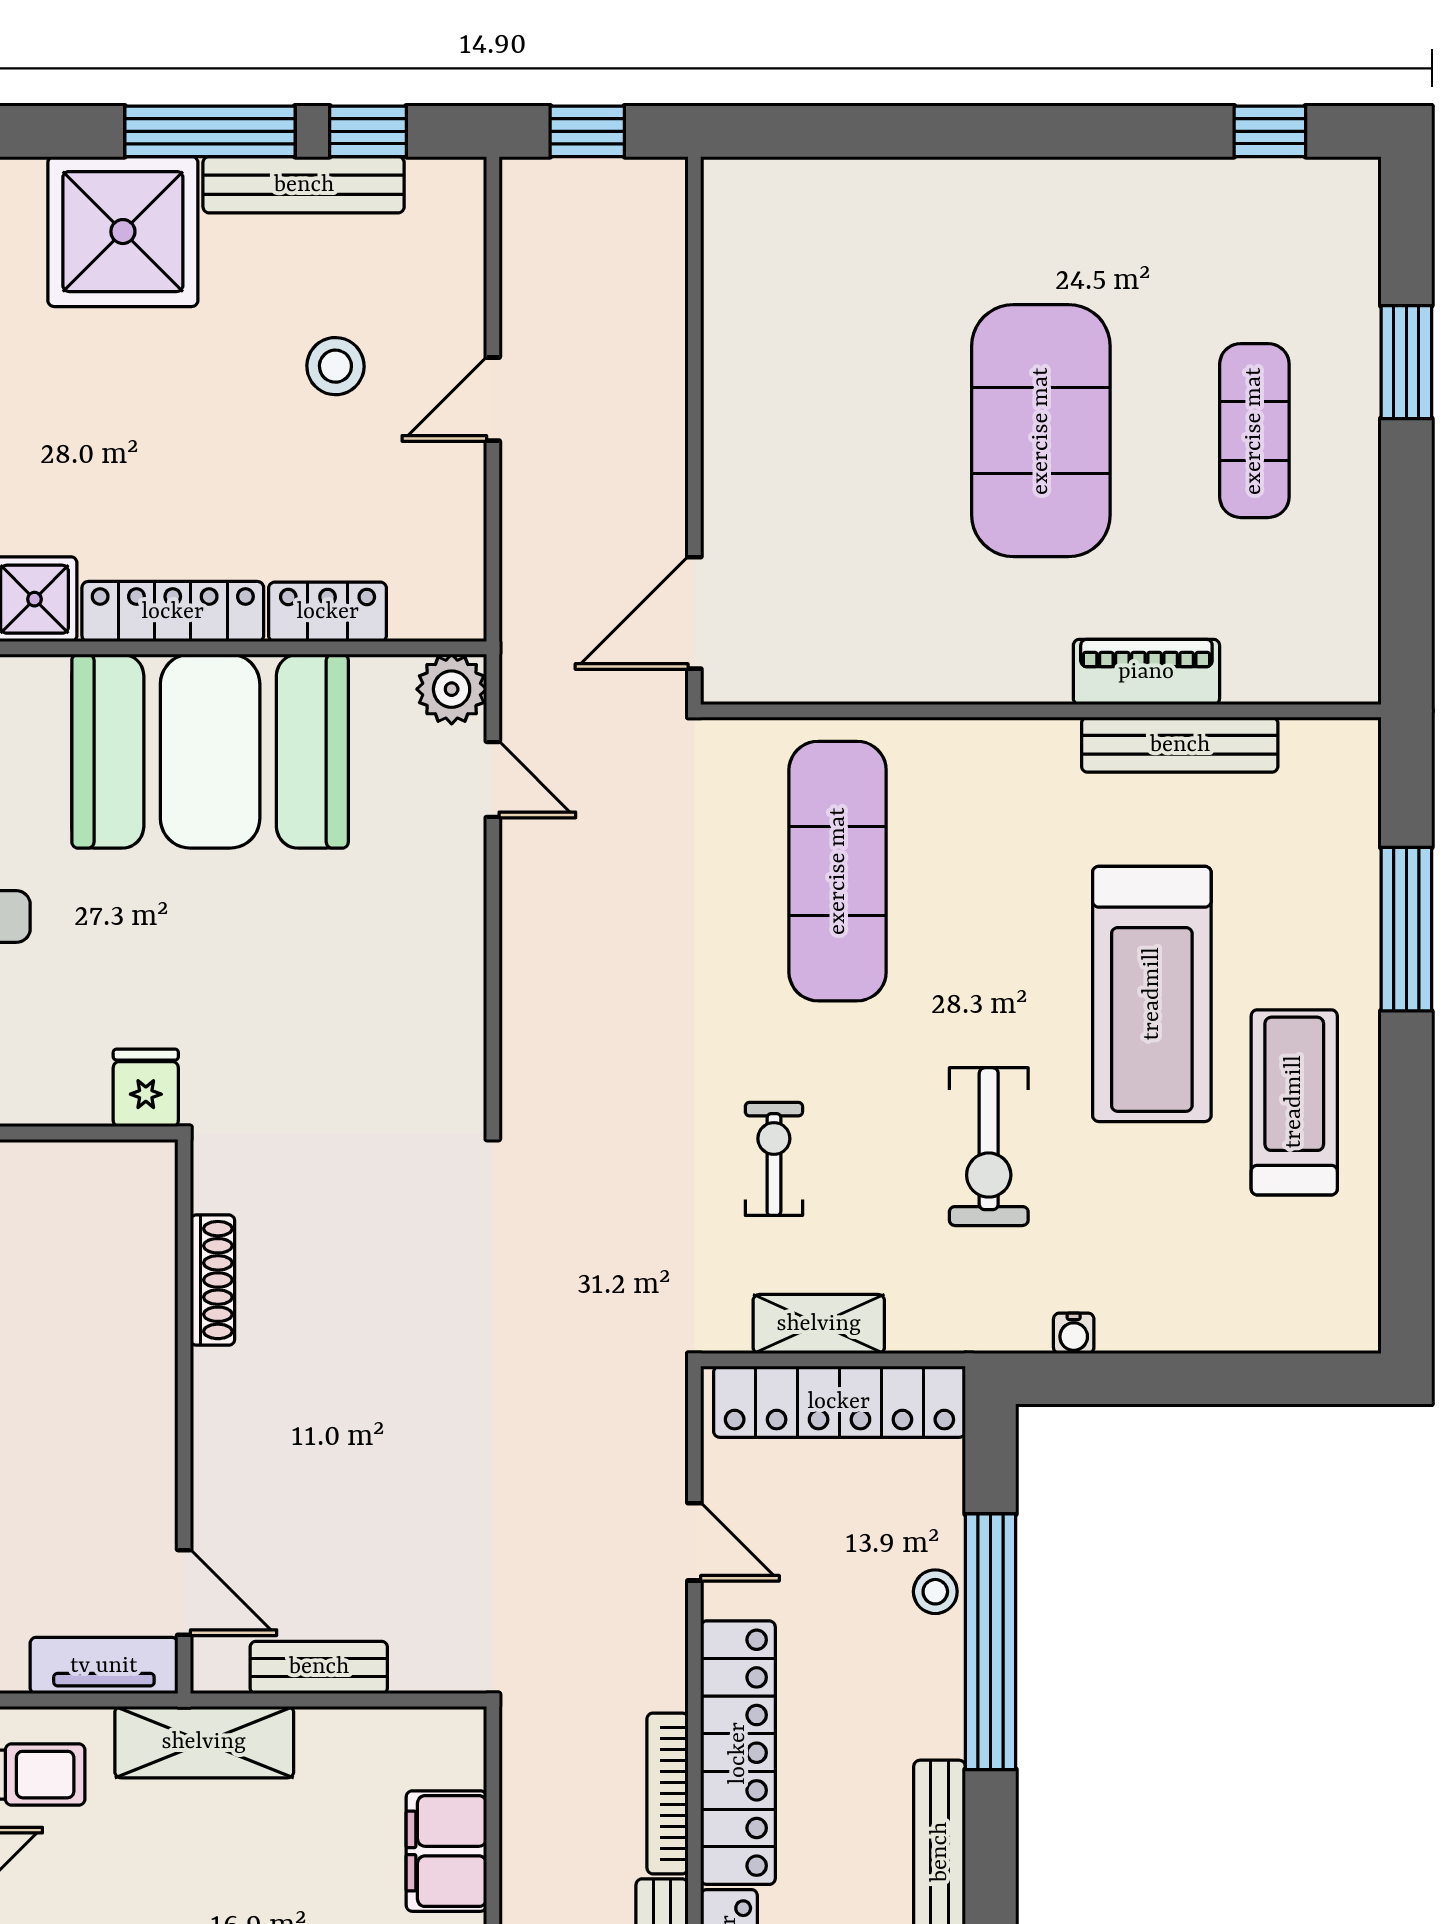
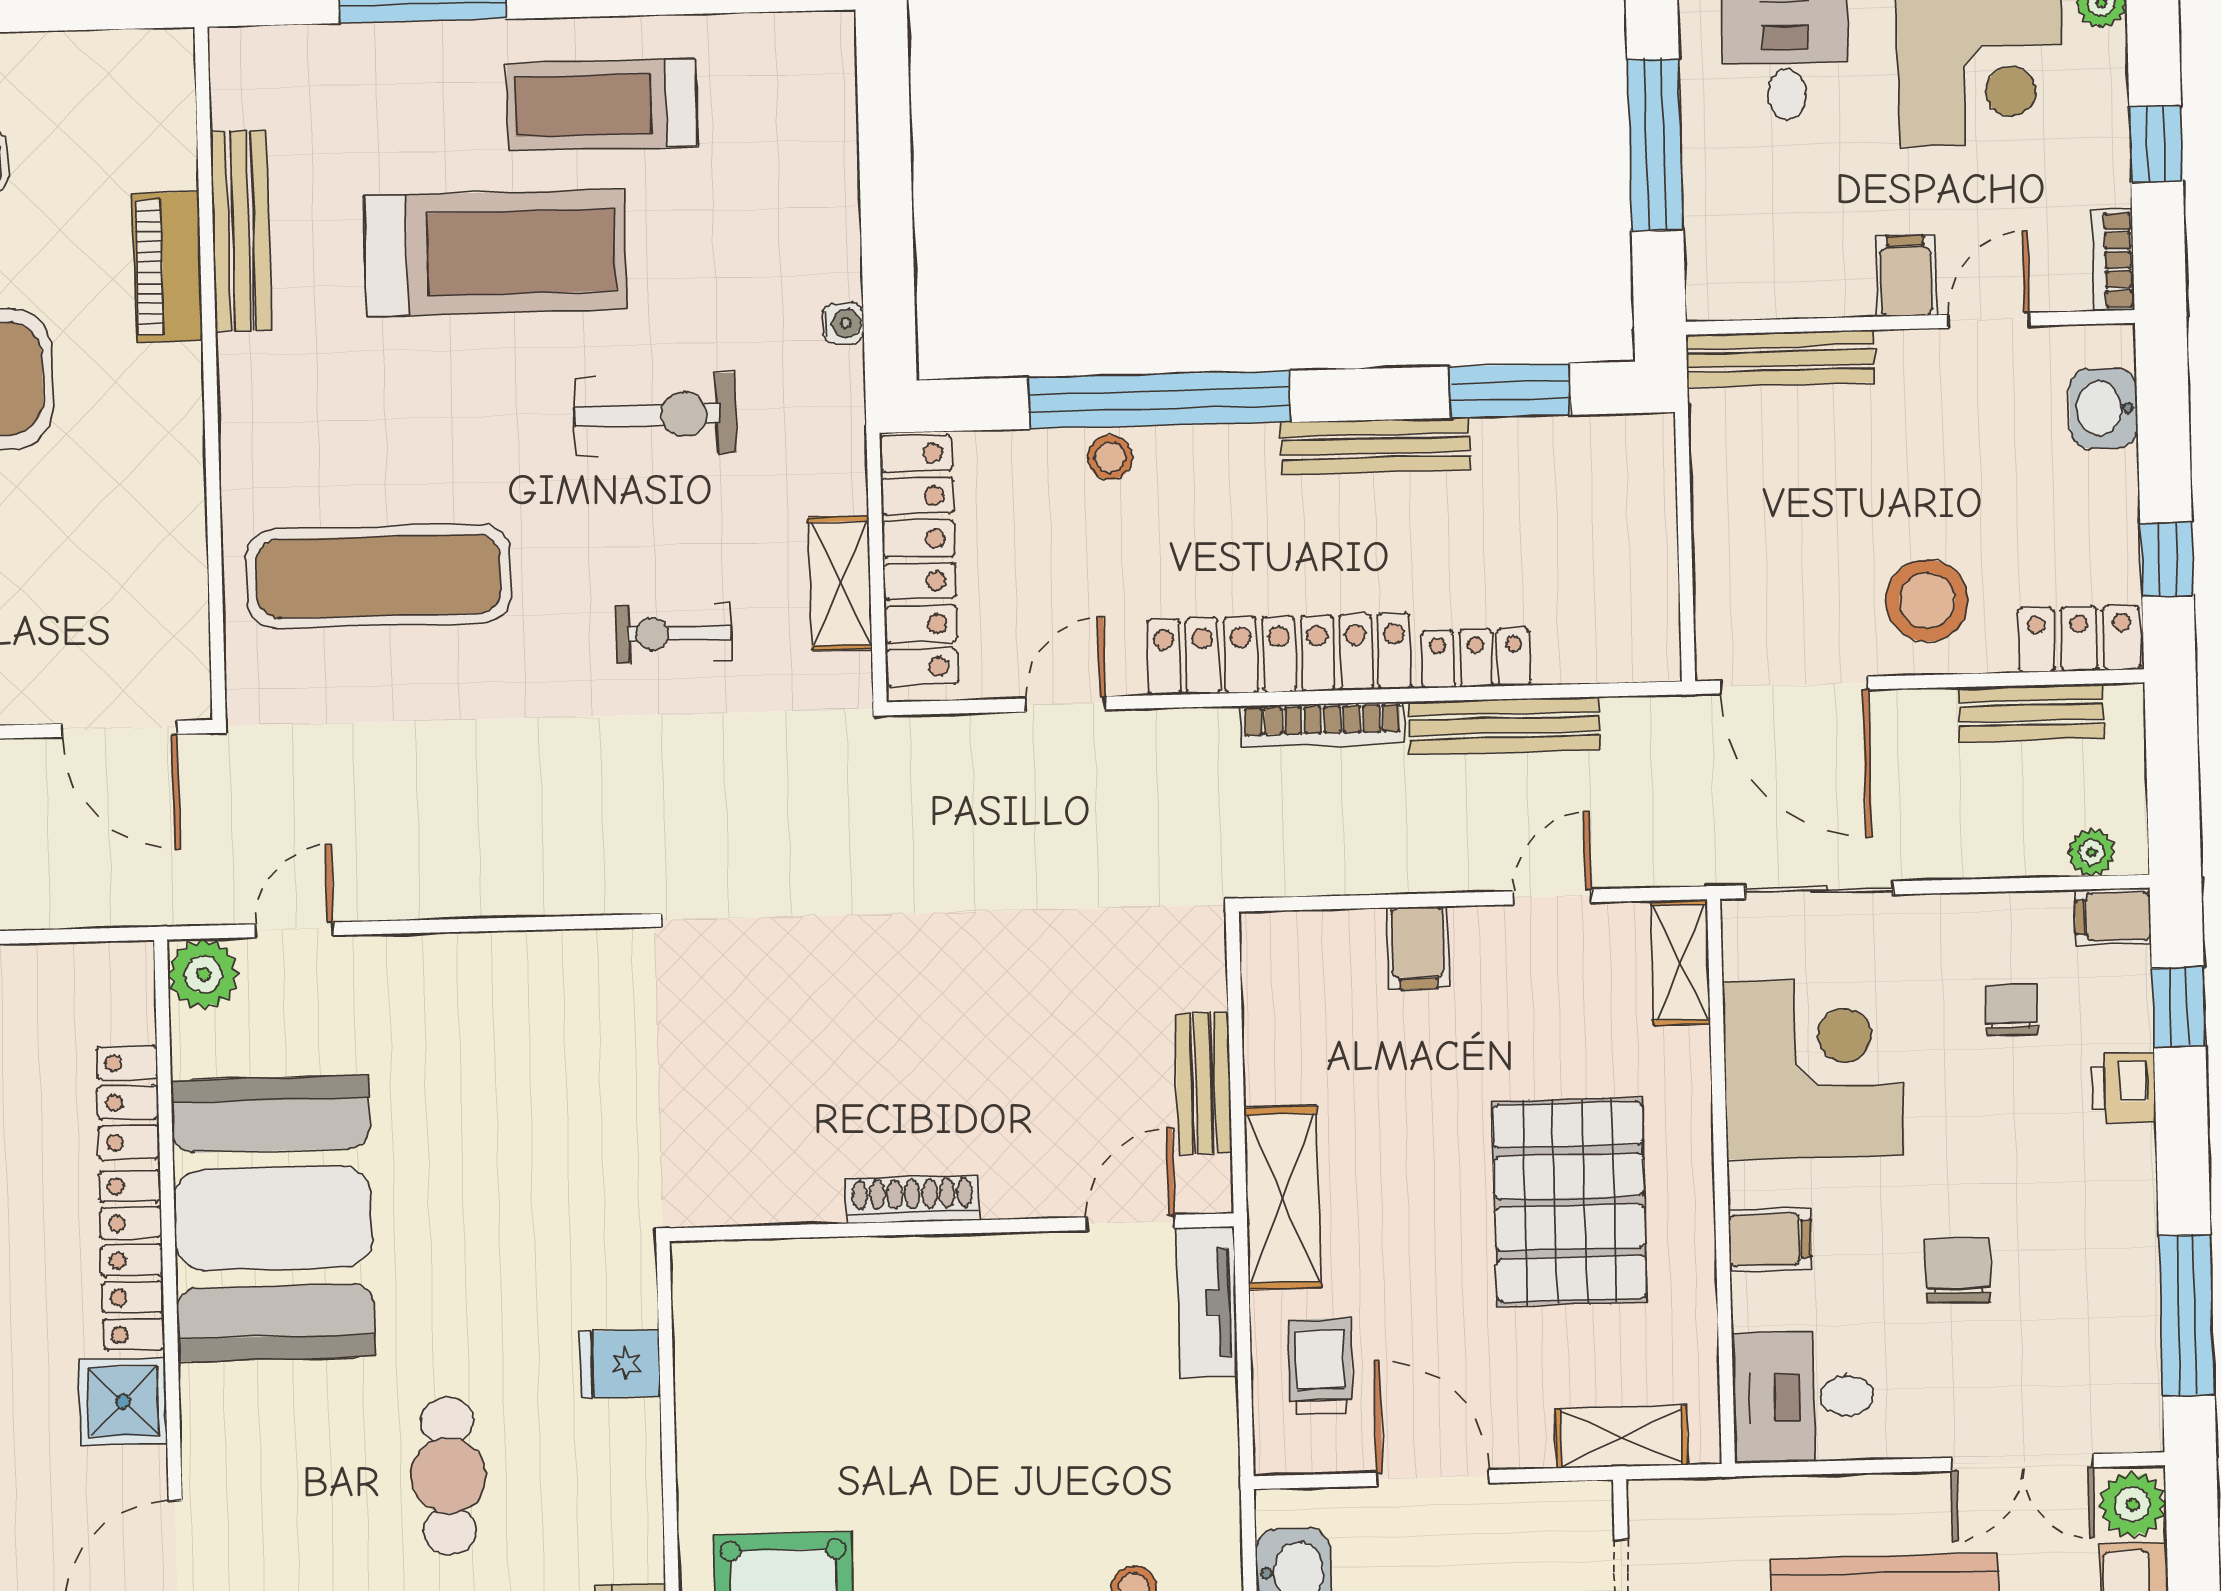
fridge: (146, 1088) -> (620, 1364), moved
shoe rack: (213, 1280) -> (912, 1199), moved
filing cabinet: (446, 1851) -> (1418, 948), width x0.50

